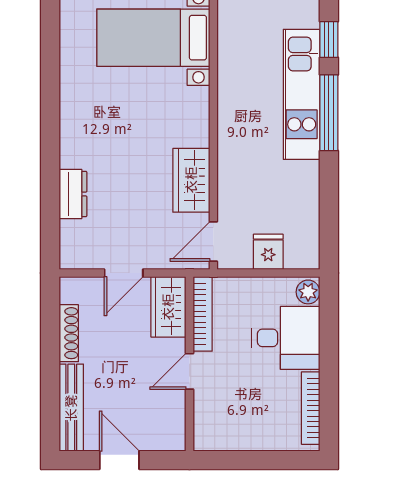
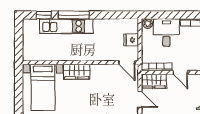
wardrobe: (191, 180) -> (77, 72), moved

